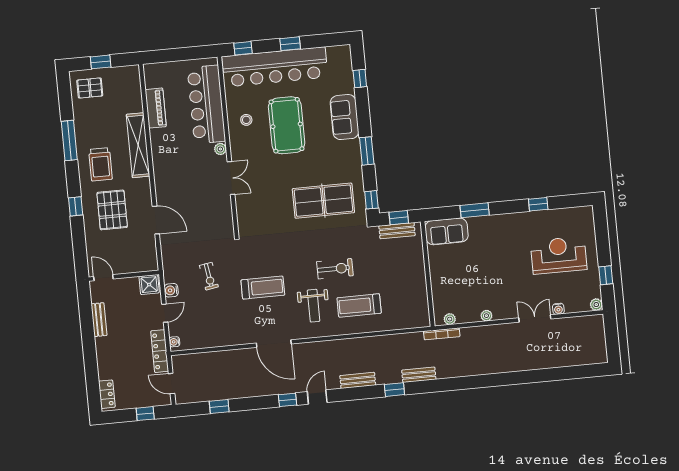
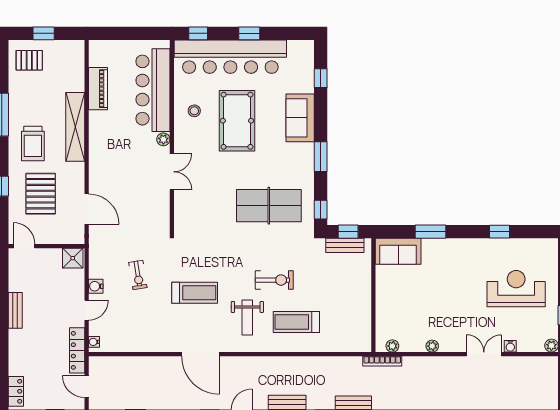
wall: (124, 276) -> (46, 246), moved
door: (103, 278) -> (24, 246), moved
shower: (149, 285) -> (73, 258), moved

